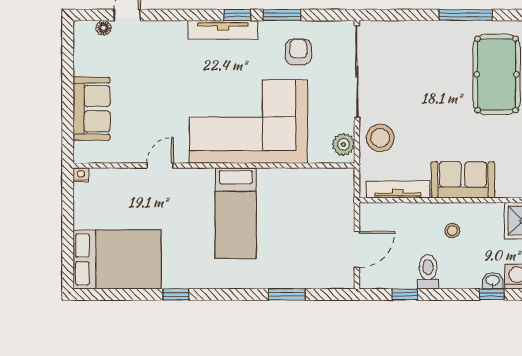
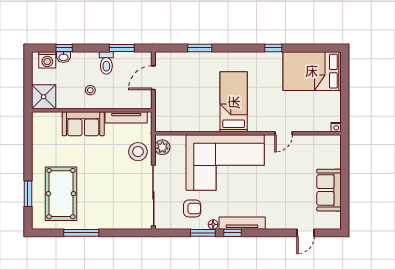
floor lamp: (103, 28) -> (213, 224), moved
armchair: (298, 52) -> (192, 208), turned -90
sofa: (92, 109) -> (329, 190), moved
window: (405, 294) -> (122, 48), width x1.50

